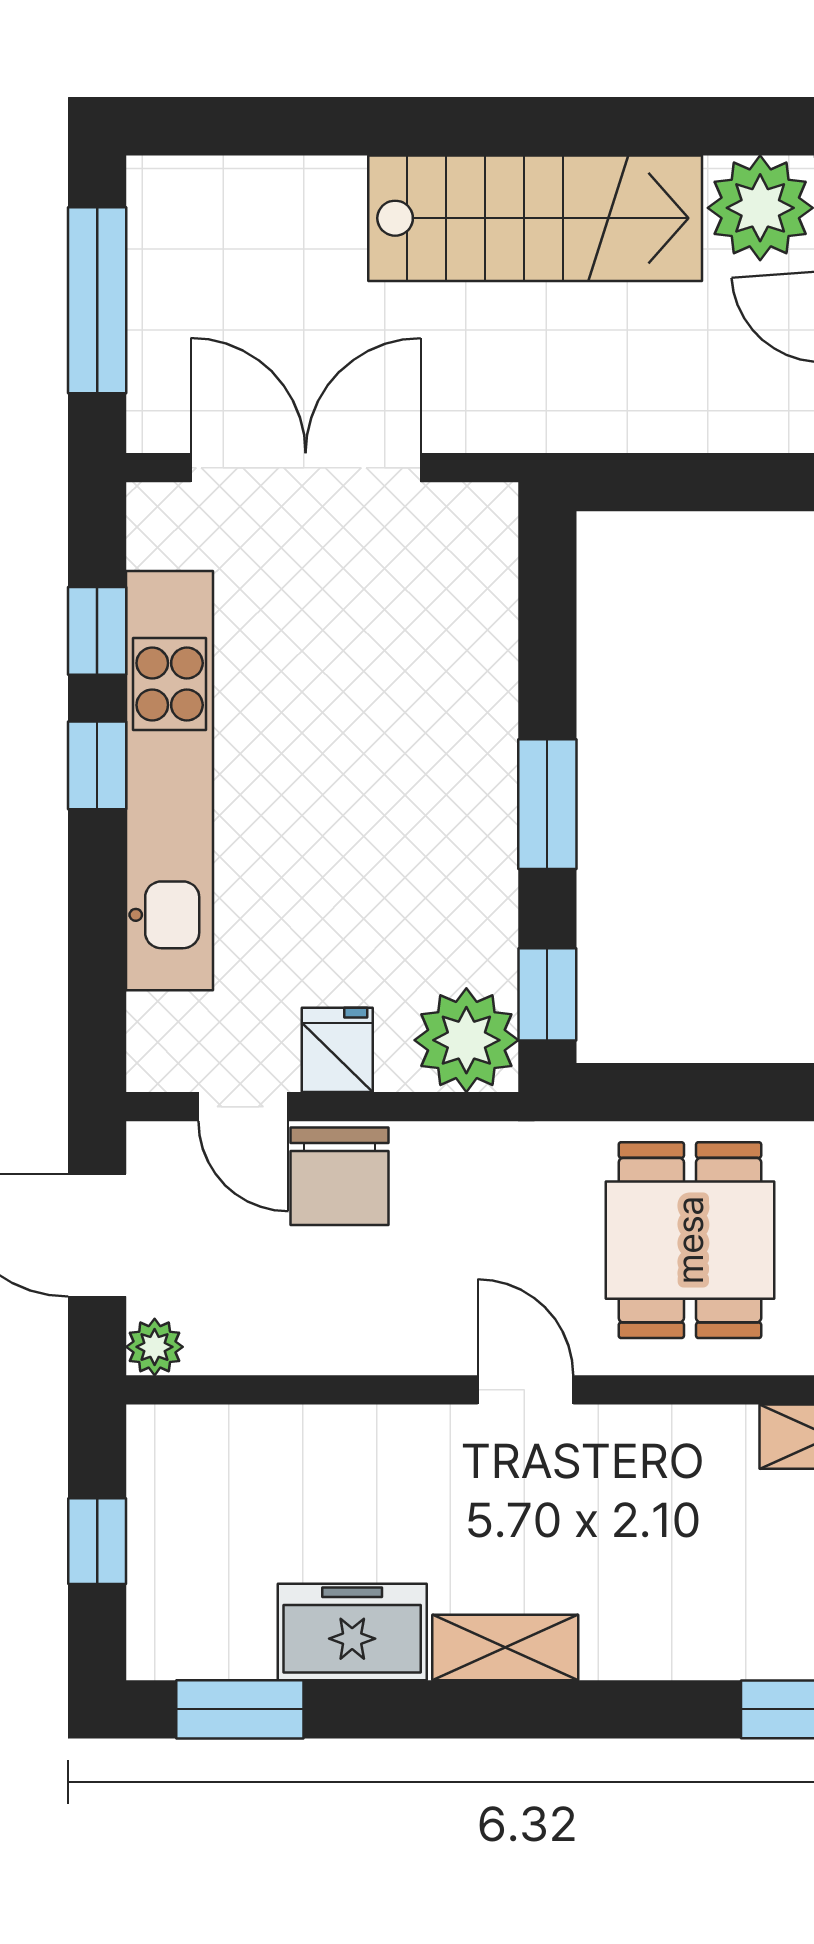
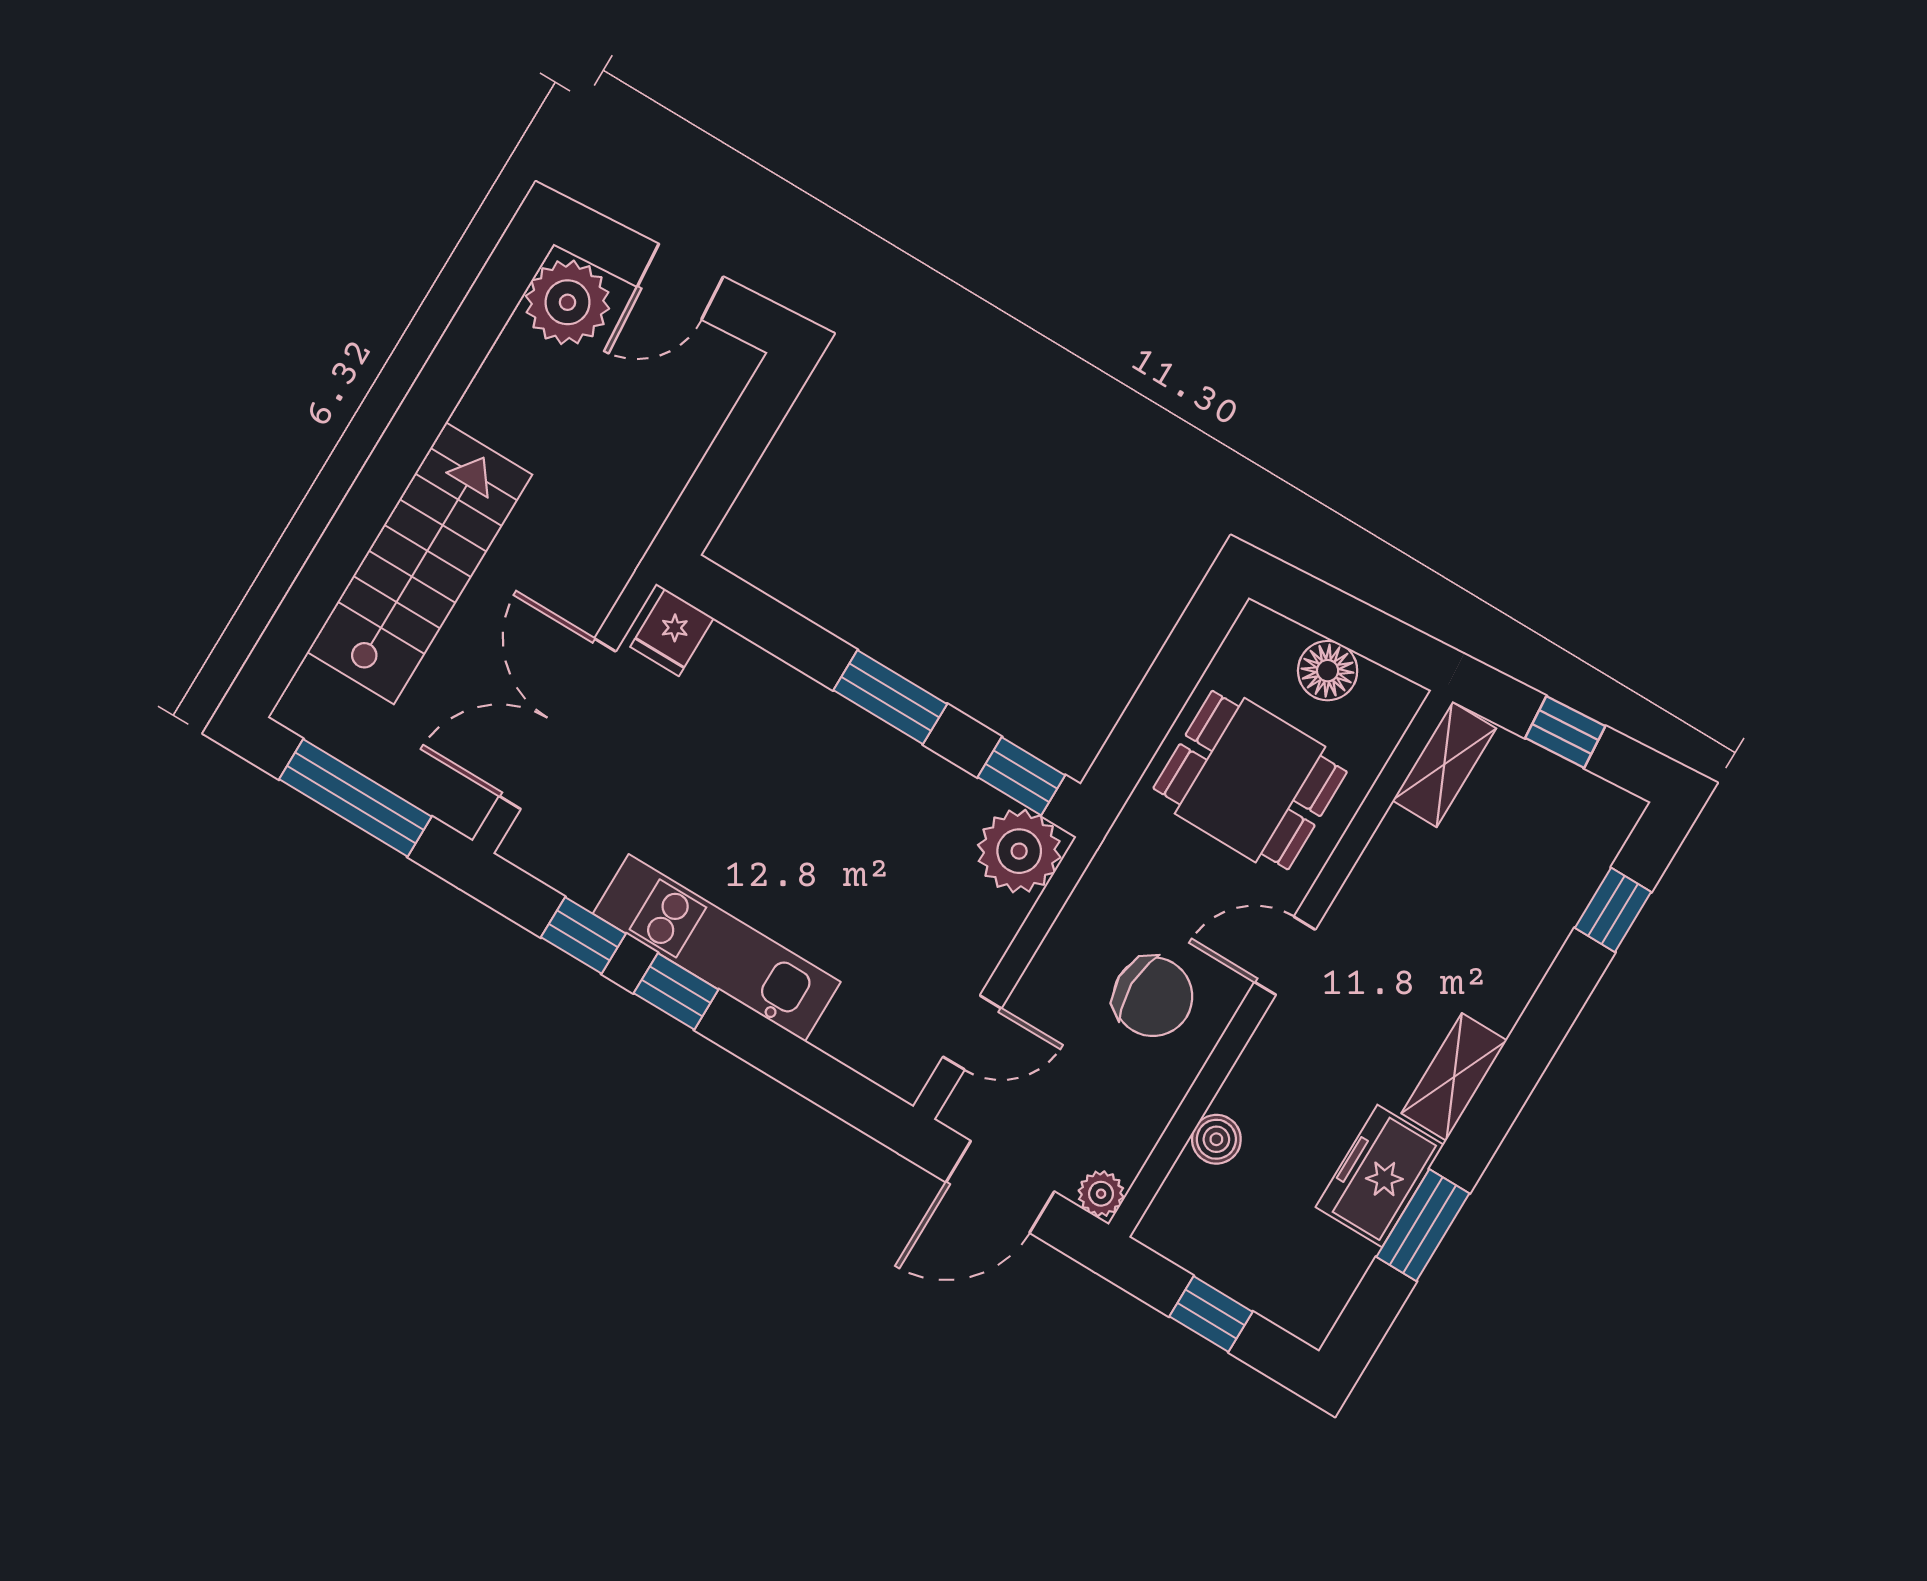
stairs: (535, 218) -> (420, 563), moved
kitchen unit: (170, 781) -> (717, 948), width x0.73
fridge: (337, 1050) -> (672, 633), moved, turned -90
chair: (340, 1176) -> (1153, 997), moved
boiler: (286, 1435) -> (1216, 1139), added
window: (240, 1709) -> (1423, 1225), moved

